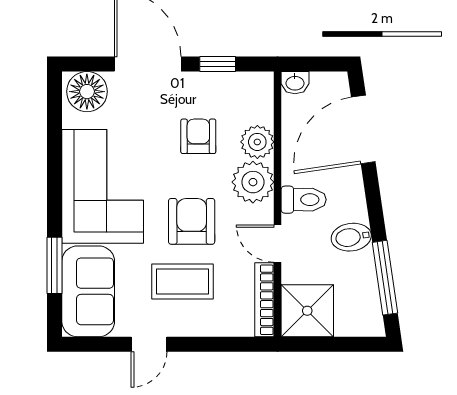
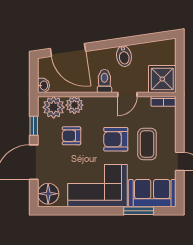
plant: (253, 182) -> (54, 107), moved
window: (385, 278) -> (145, 39), removed
bookcase: (264, 300) -> (163, 101), width x0.64

